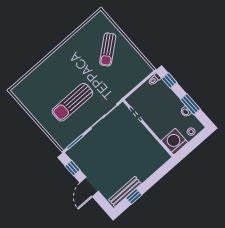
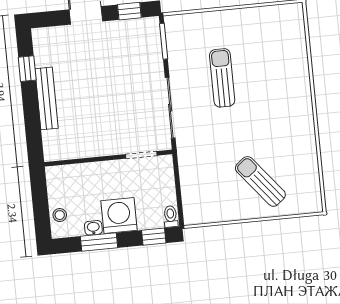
sun lounger: (72, 102) -> (222, 78), width x0.73, depth x0.75
washing machine: (175, 142) -> (119, 216), moved, turned -90
bench: (125, 192) -> (46, 98), moved

